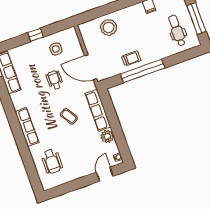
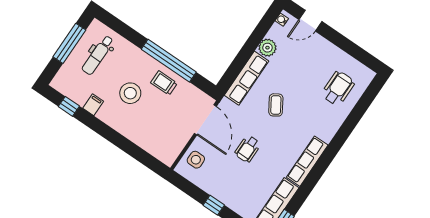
stool: (109, 27) -> (130, 93), moved
side table: (56, 49) -> (196, 160), moved
row of seats: (27, 127) -> (307, 161), moved

